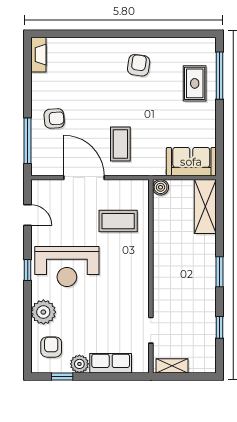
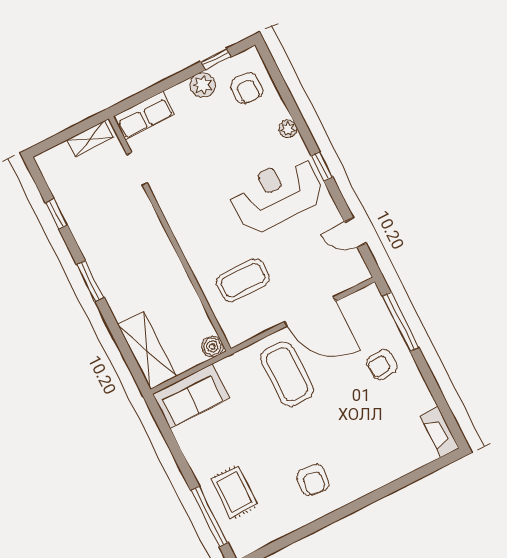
coffee table: (120, 144) -> (287, 374), width x1.36, depth x1.32
plant: (43, 312) -> (288, 129), width x0.53, depth x0.53
row of seats: (111, 363) -> (144, 116), moved

